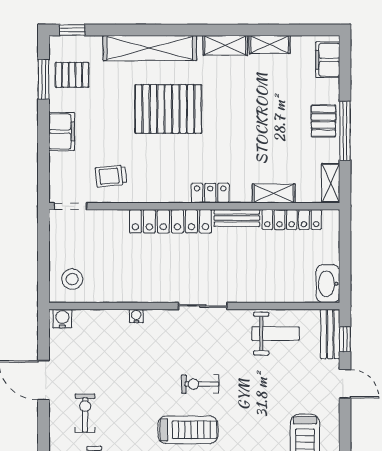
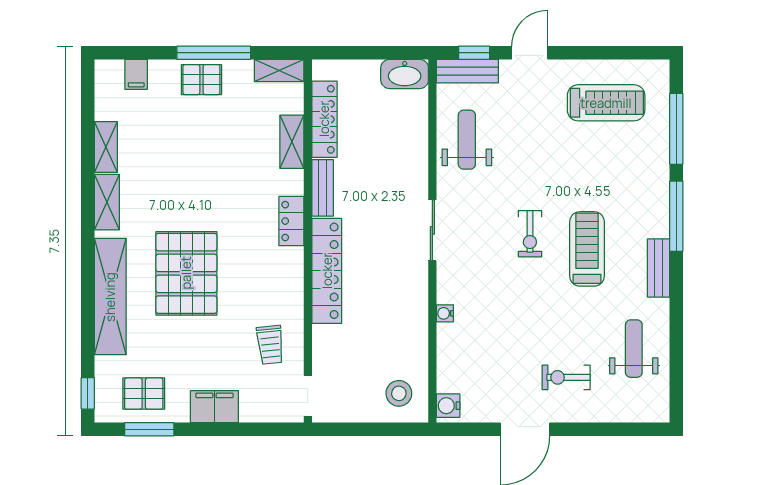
filing cabinet: (328, 60) -> (136, 74), width x0.50
pallet: (72, 75) -> (144, 394), turned 90

